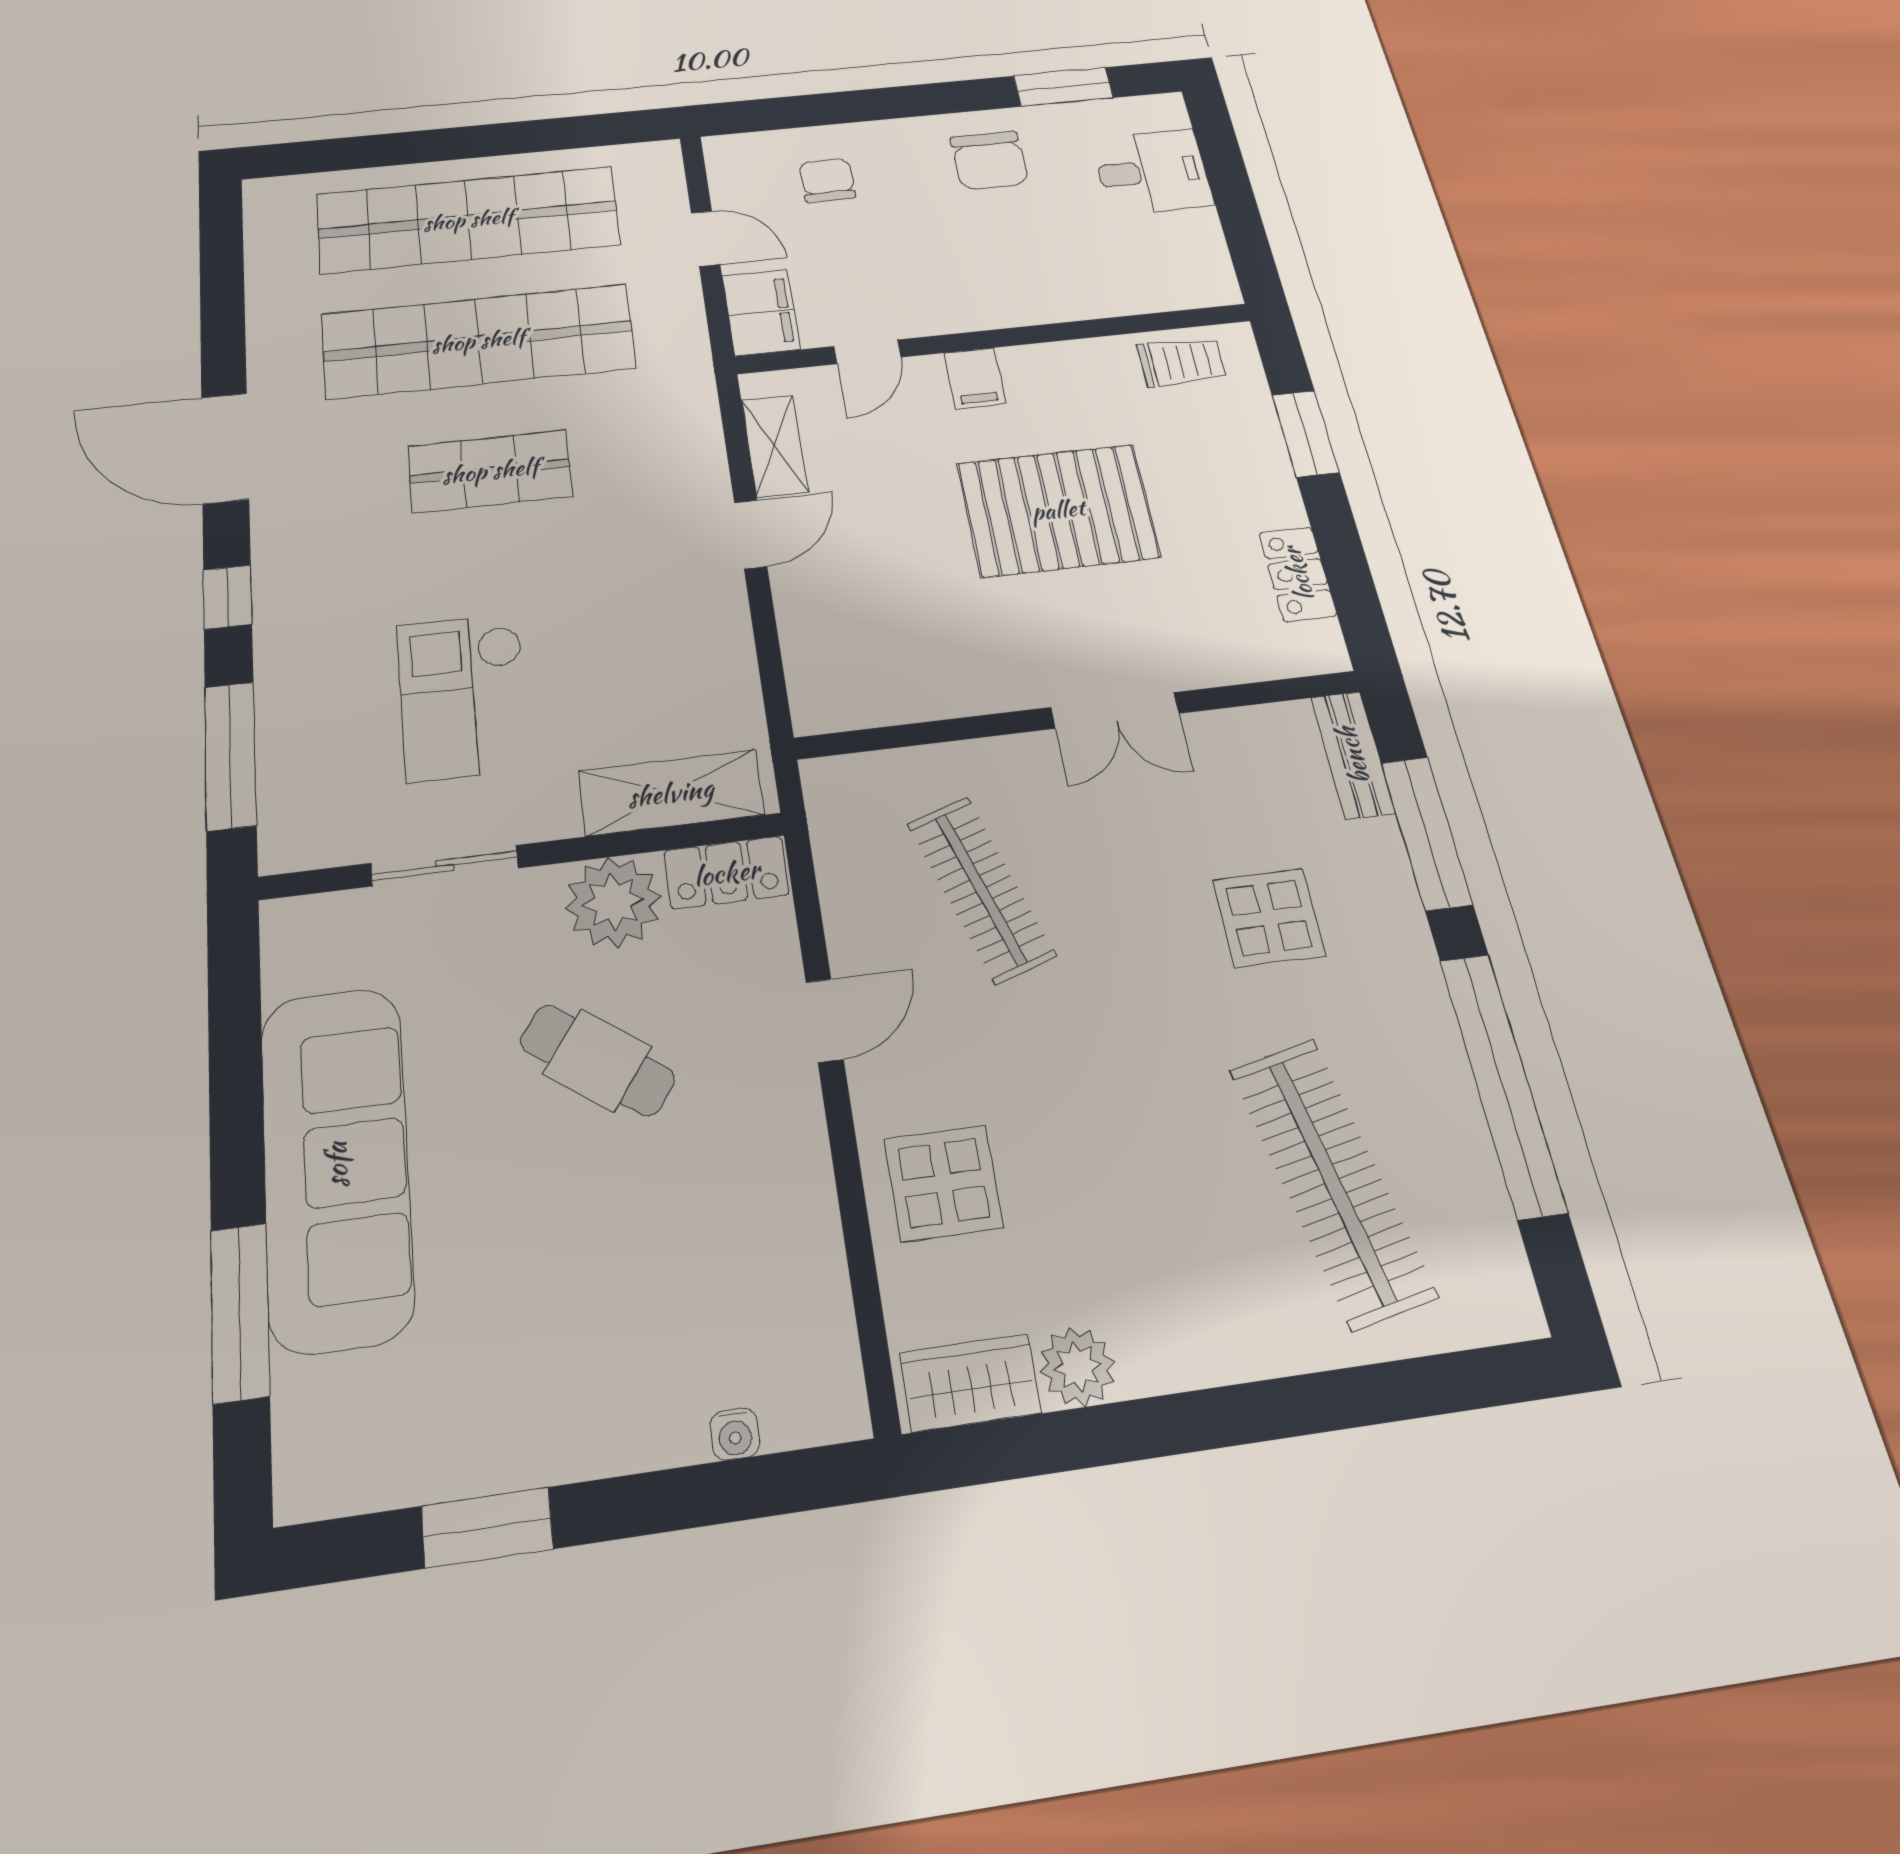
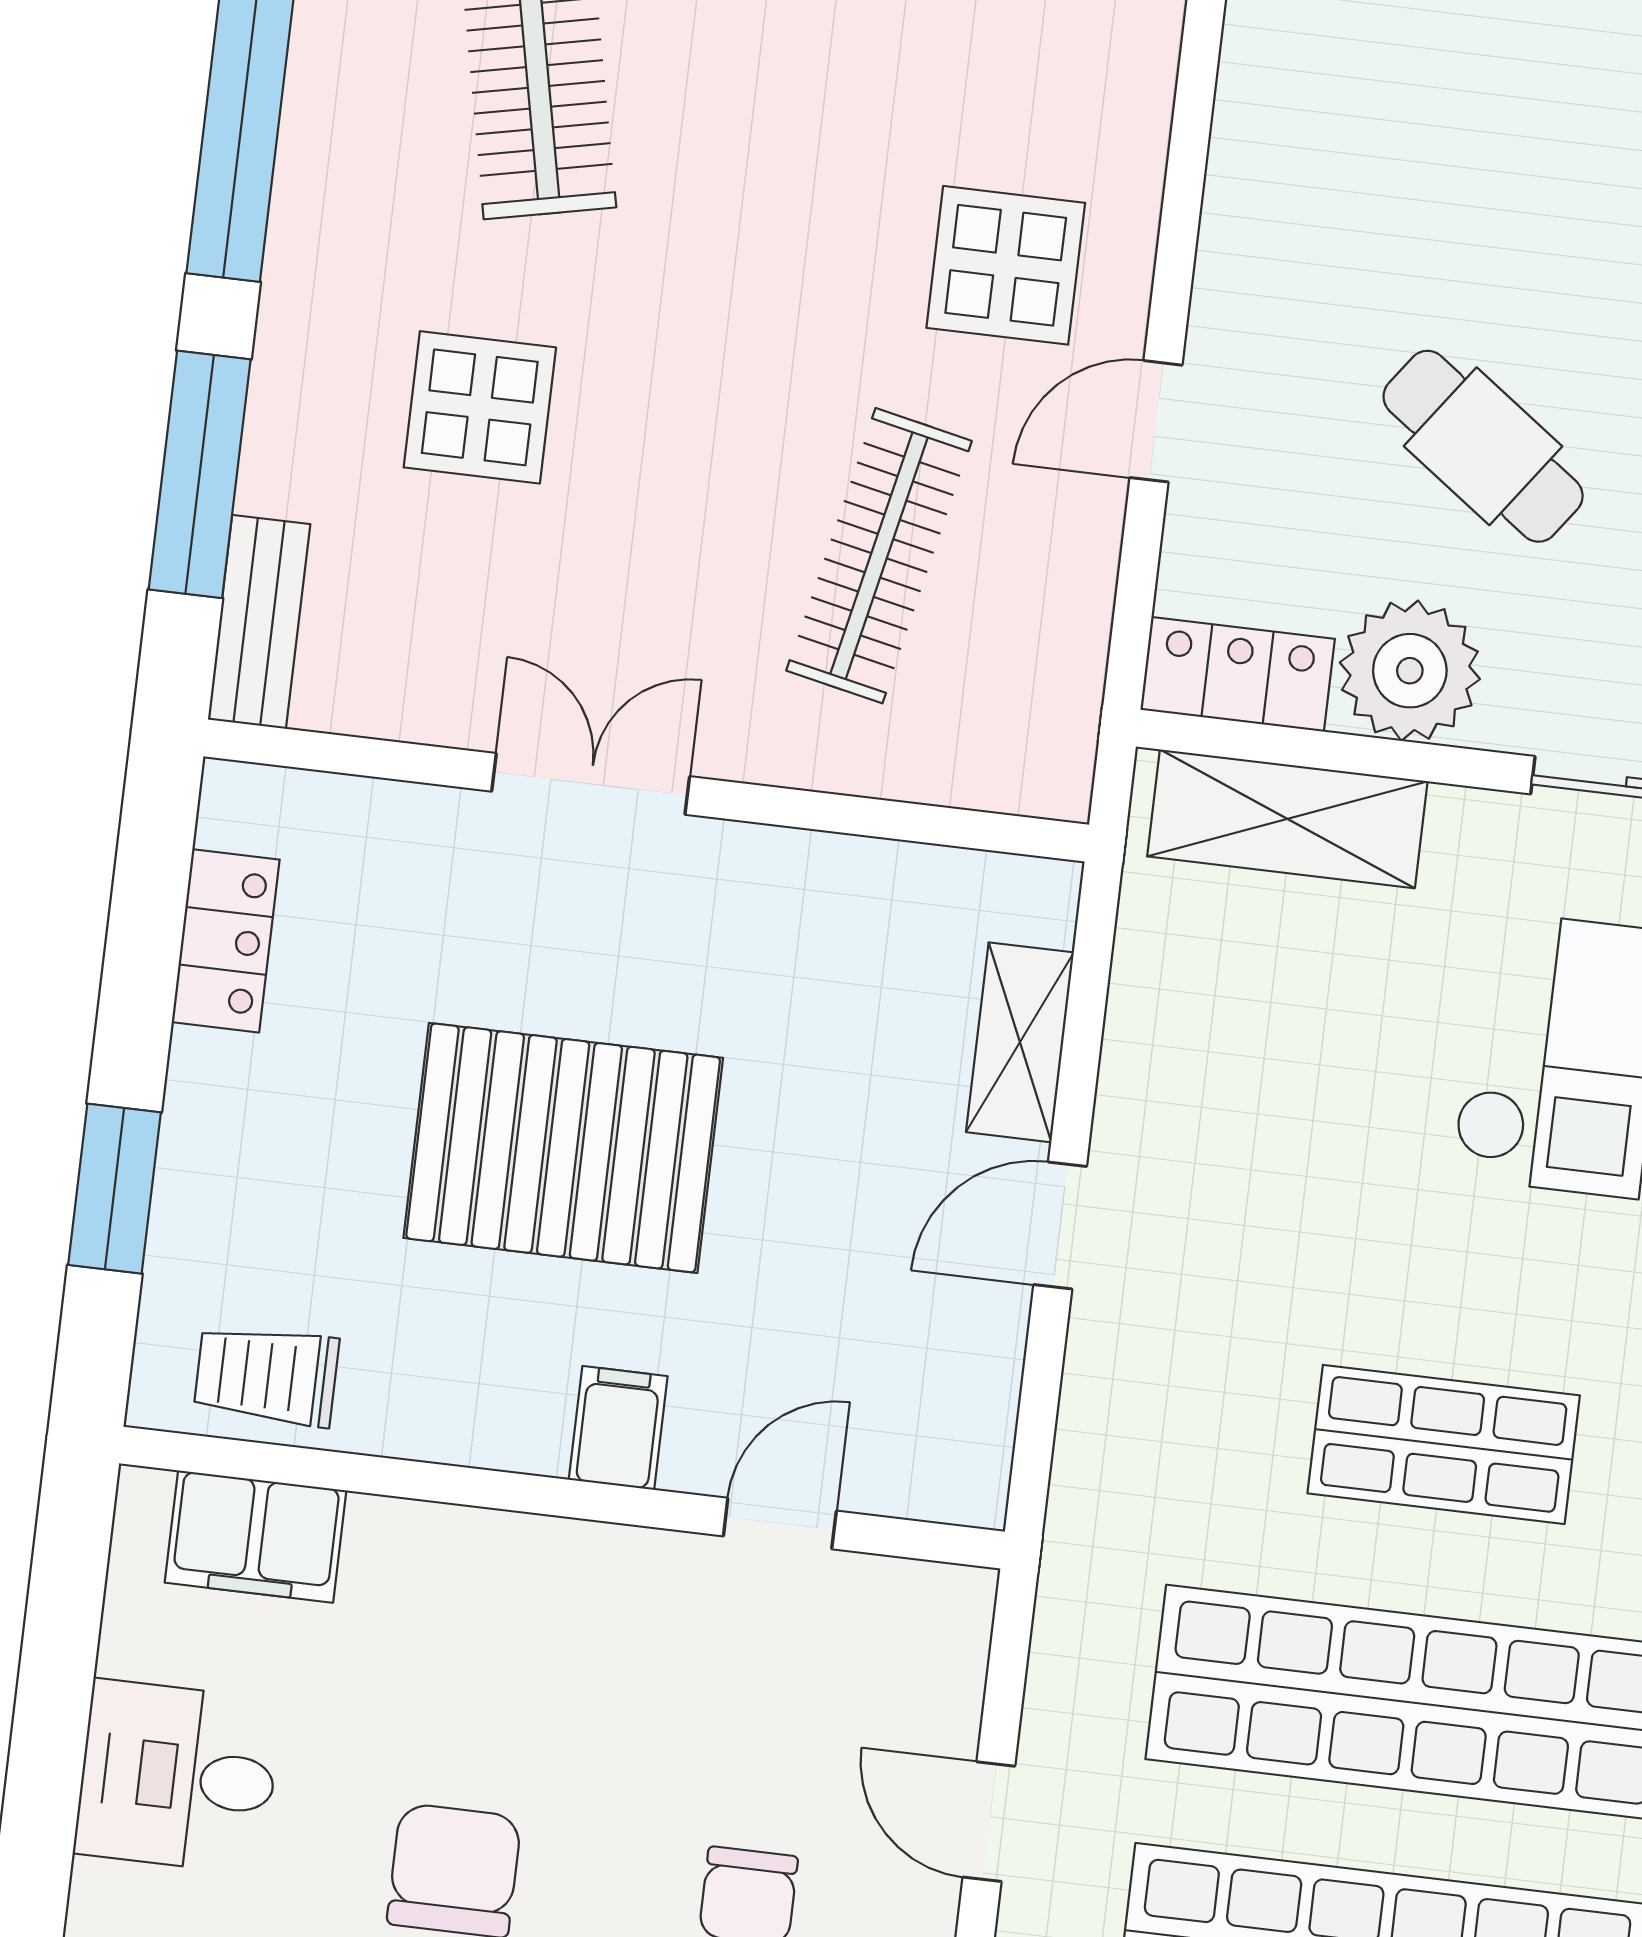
filing cabinet: (761, 312) -> (256, 1537), moved, turned -90
shelving: (775, 446) -> (1020, 1042), moved
clothes rail: (981, 889) -> (879, 556), turned 30
display table: (943, 1183) -> (1006, 265), moved

